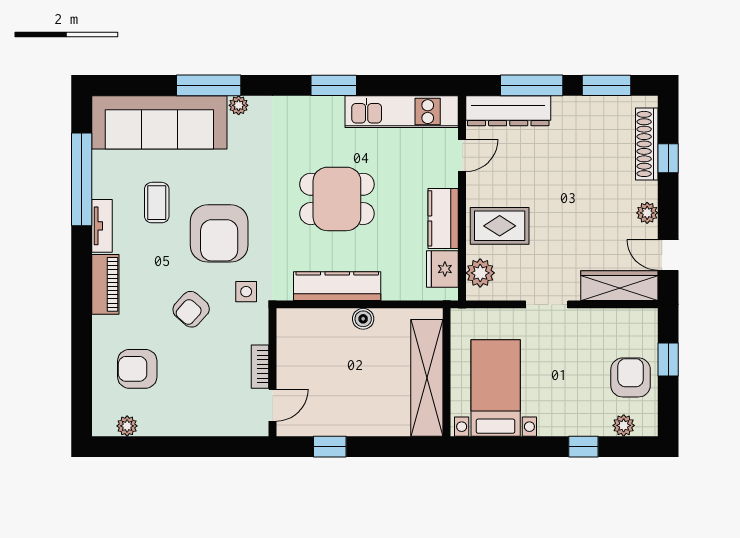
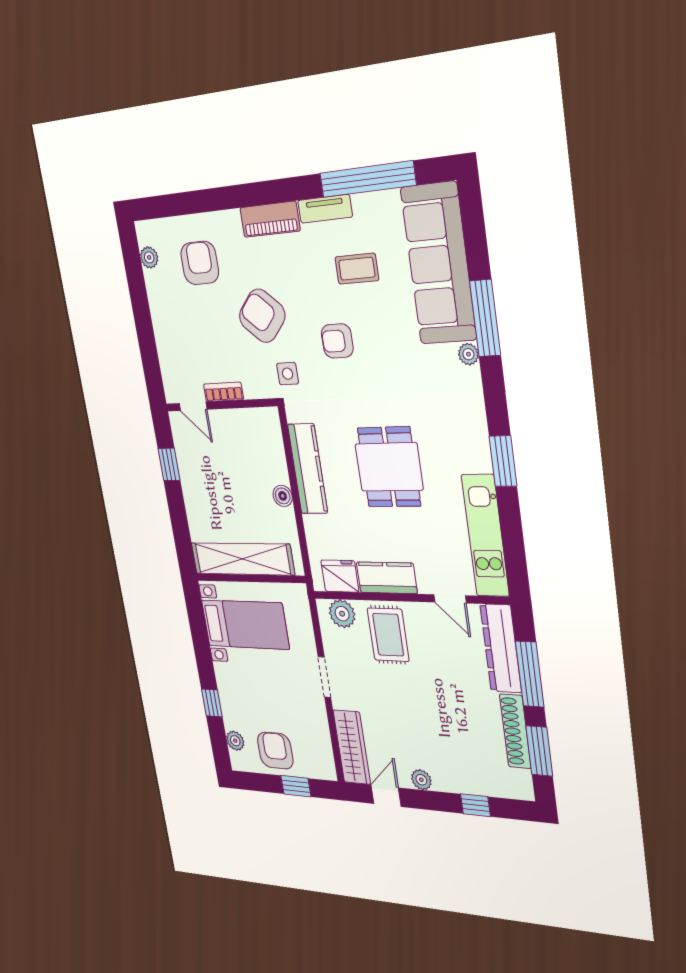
shoe rack: (647, 144) -> (515, 731), moved, turned -90
armchair: (219, 233) -> (337, 341), width x0.53, depth x0.53
armchair: (191, 309) -> (262, 316), width x1.38, depth x1.38
armchair: (631, 377) -> (275, 751), turned -90

